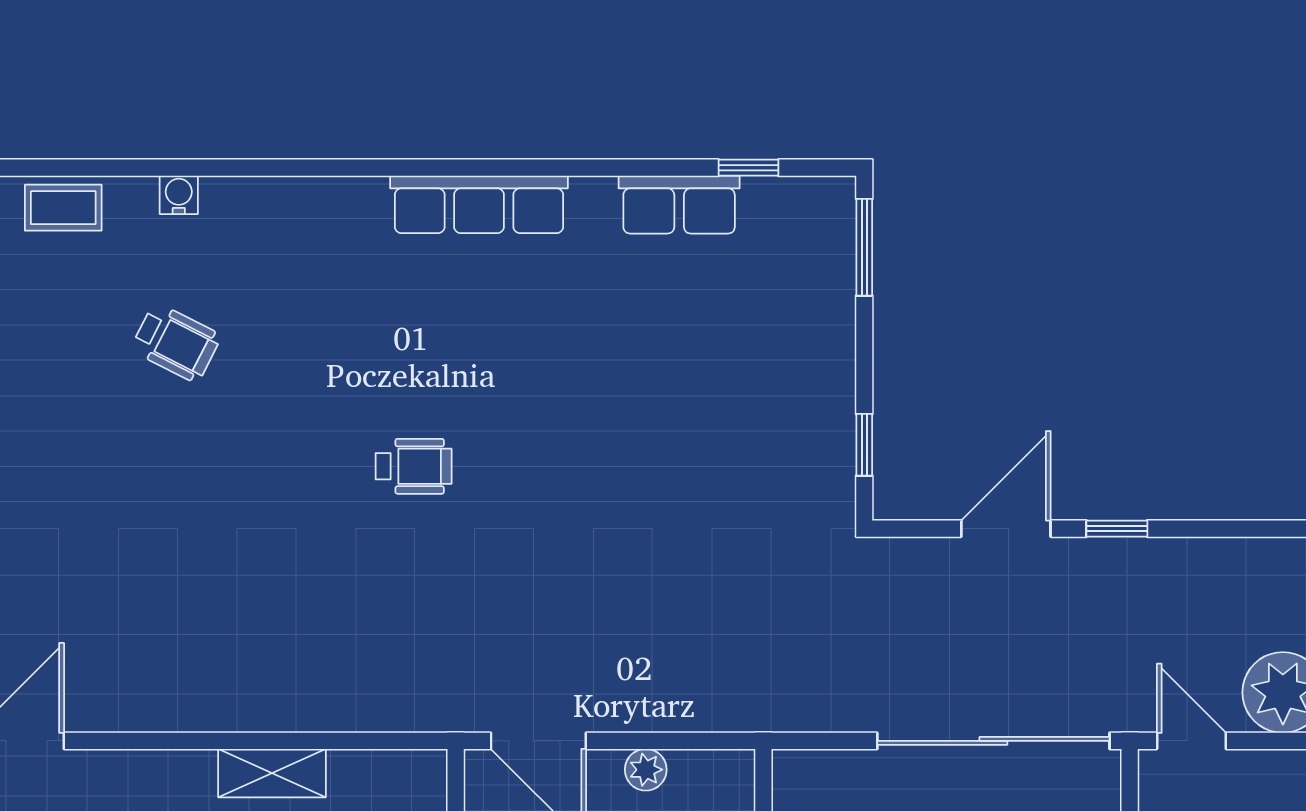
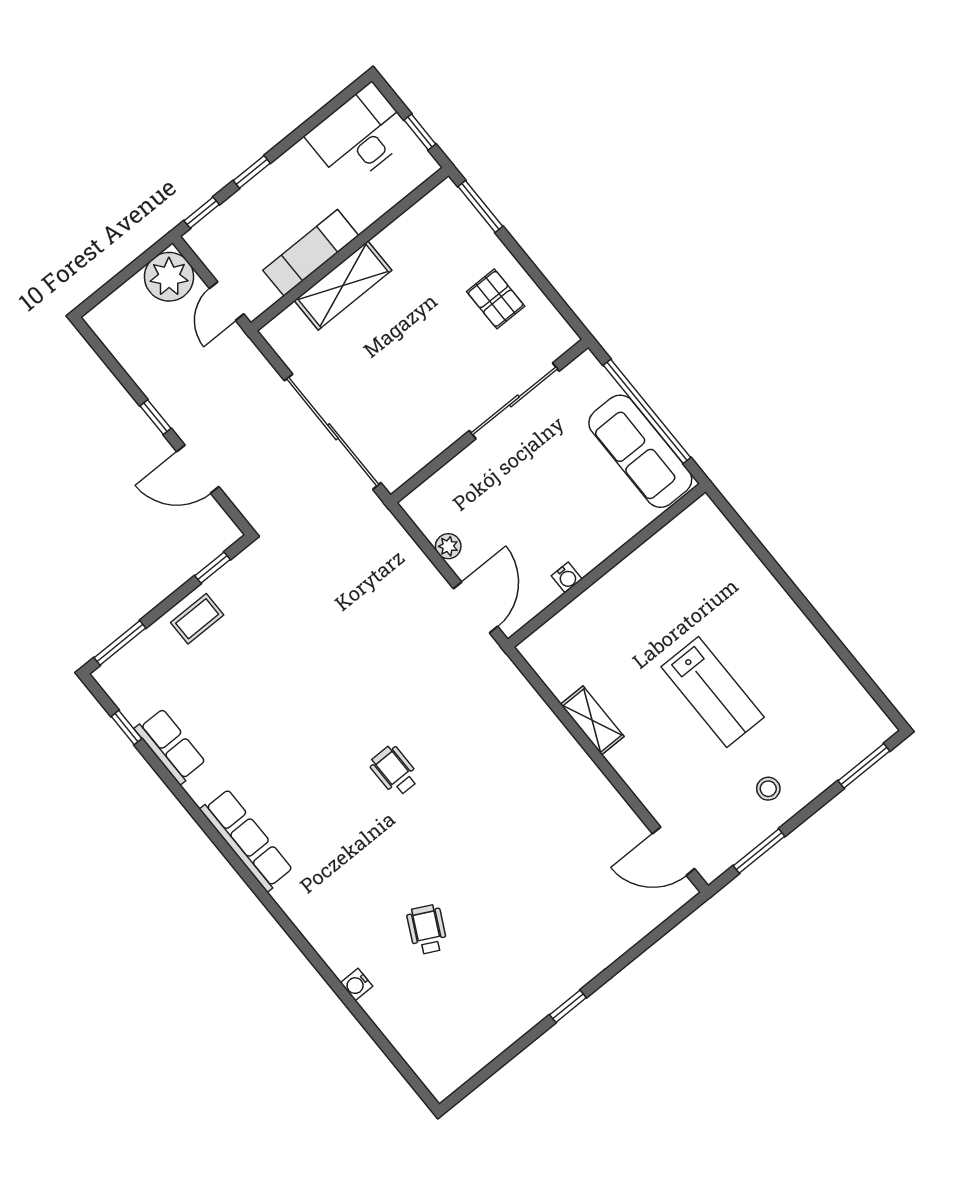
coffee table: (63, 208) -> (197, 619), moved, turned 90
sliding door: (993, 741) -> (333, 432), moved

